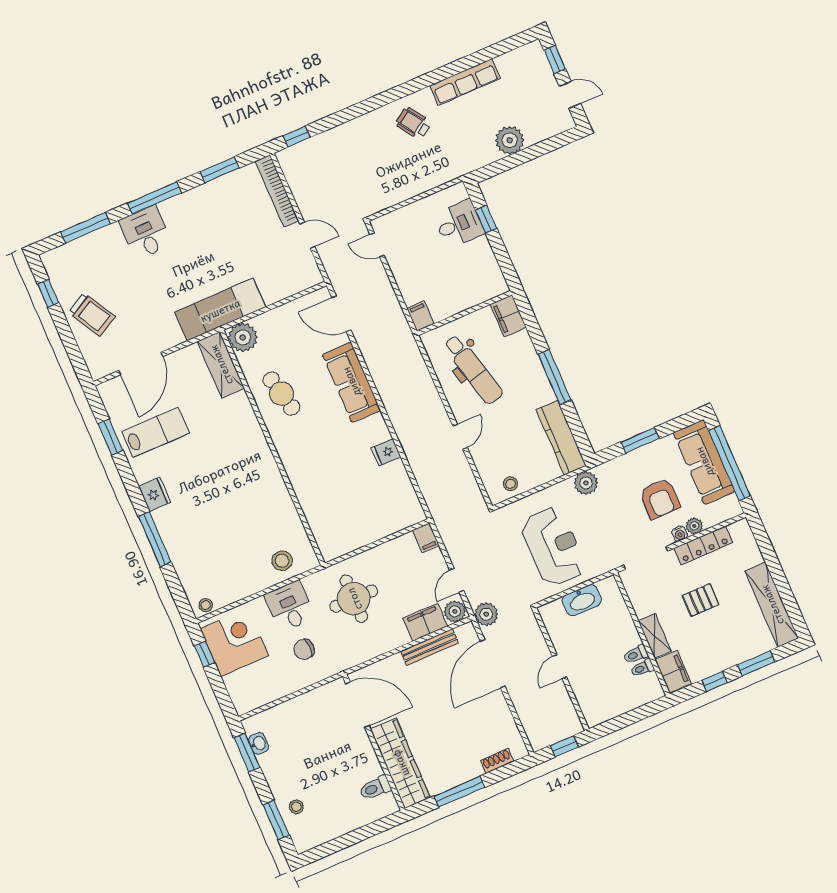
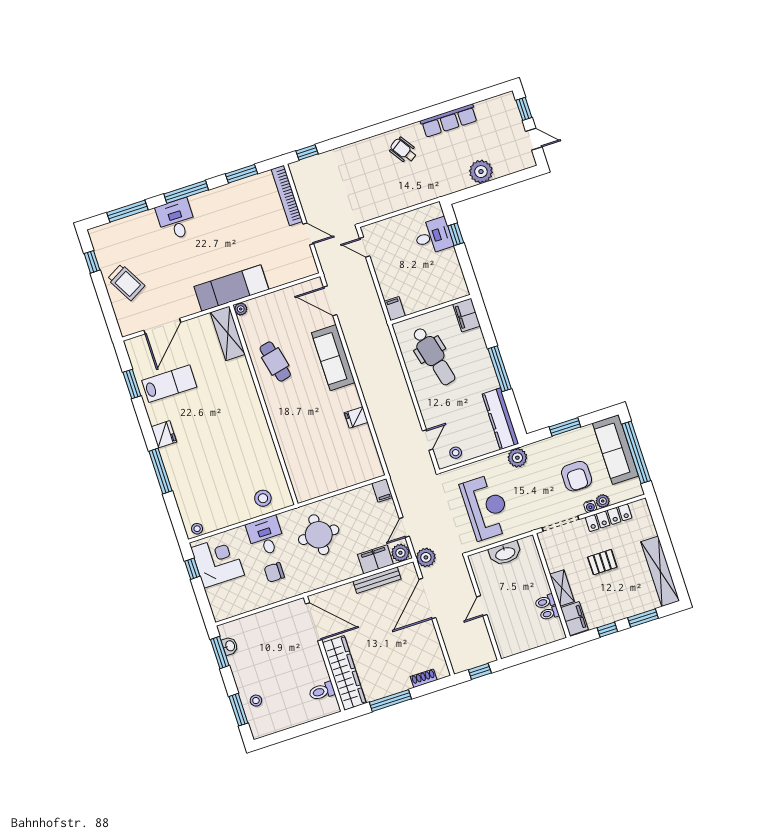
plant: (243, 337) -> (241, 309), width x0.53, depth x0.53
door: (460, 437) -> (428, 440), moved

